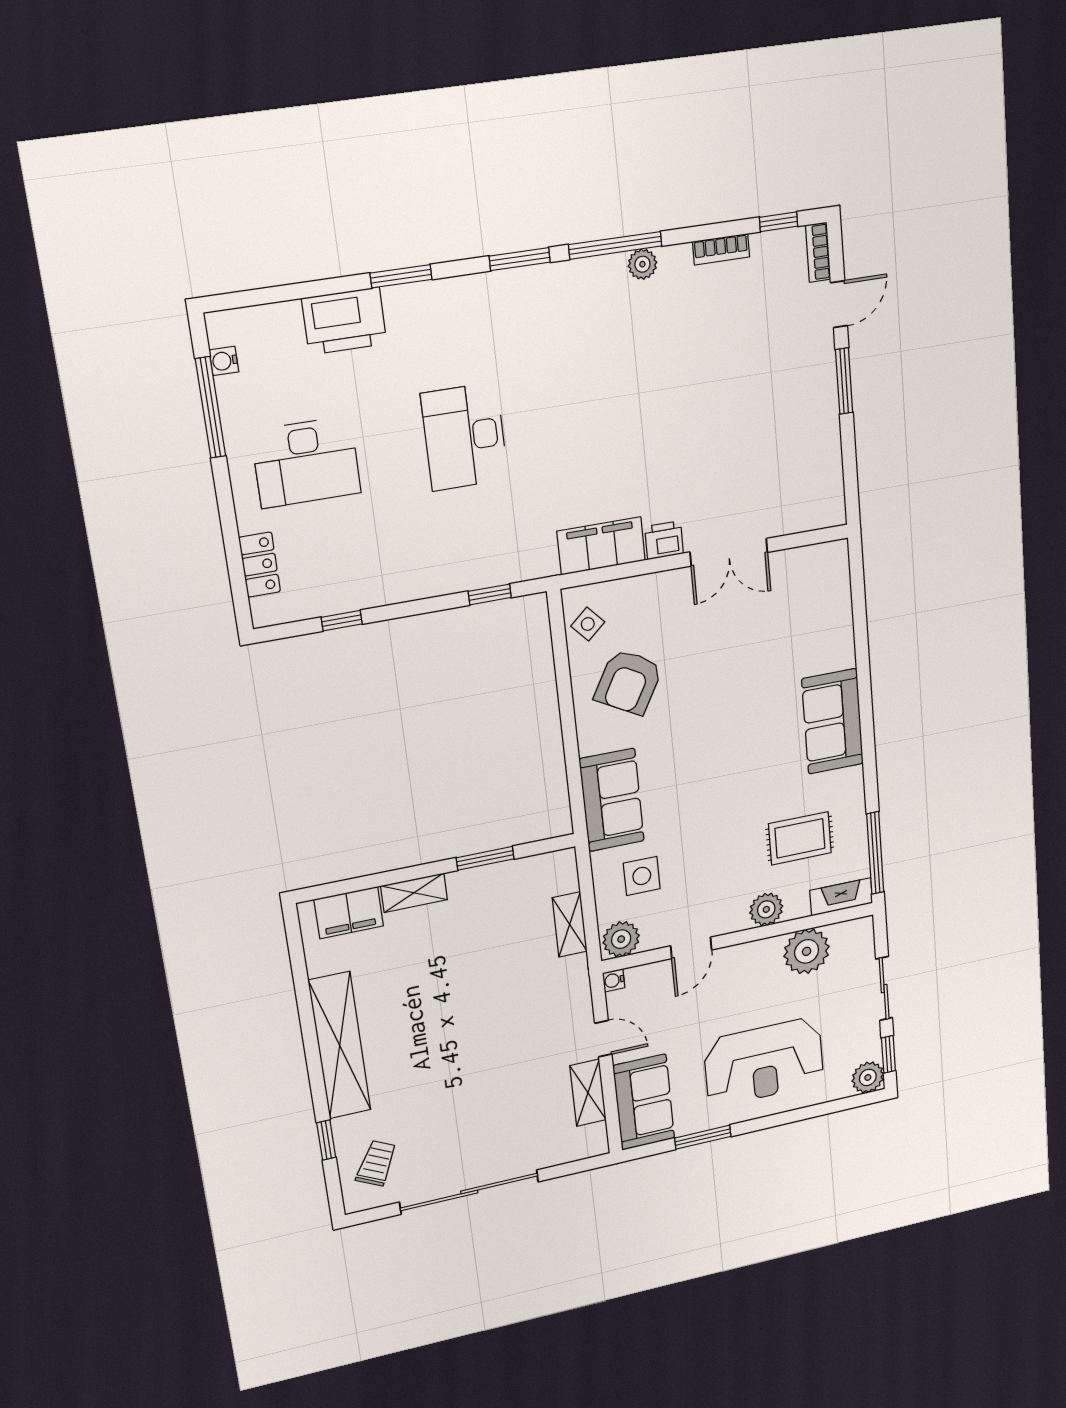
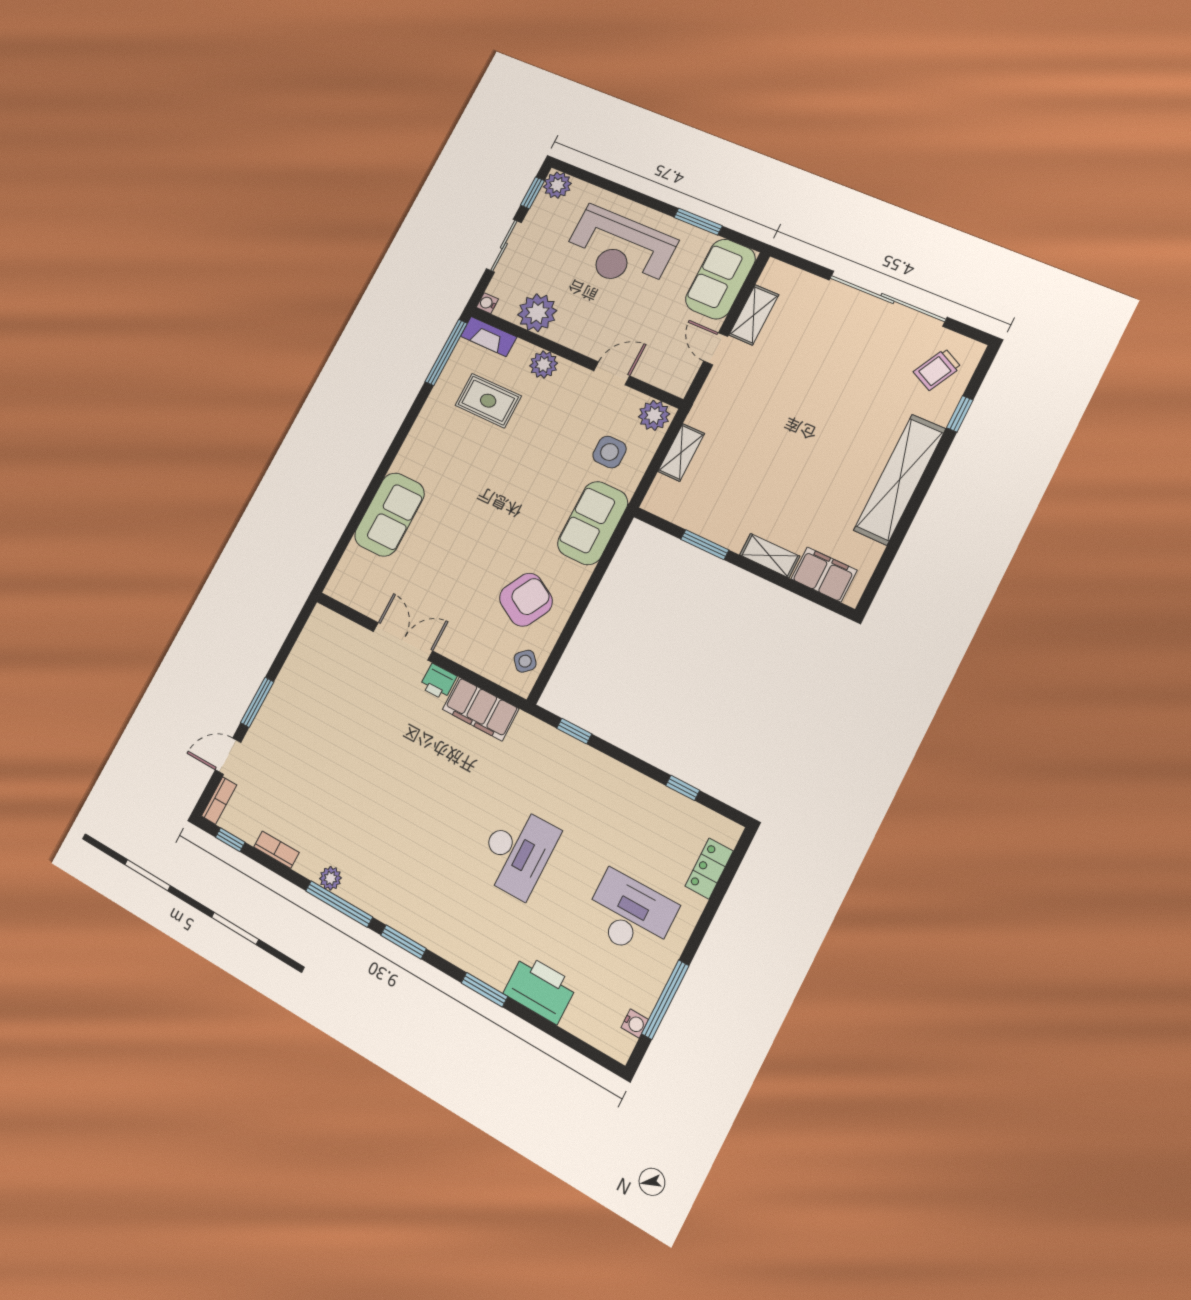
sofa: (833, 721) -> (389, 514), moved
water cooler: (614, 980) -> (487, 303), moved, turned 180
reception desk: (764, 1062) -> (619, 249), turned 180

